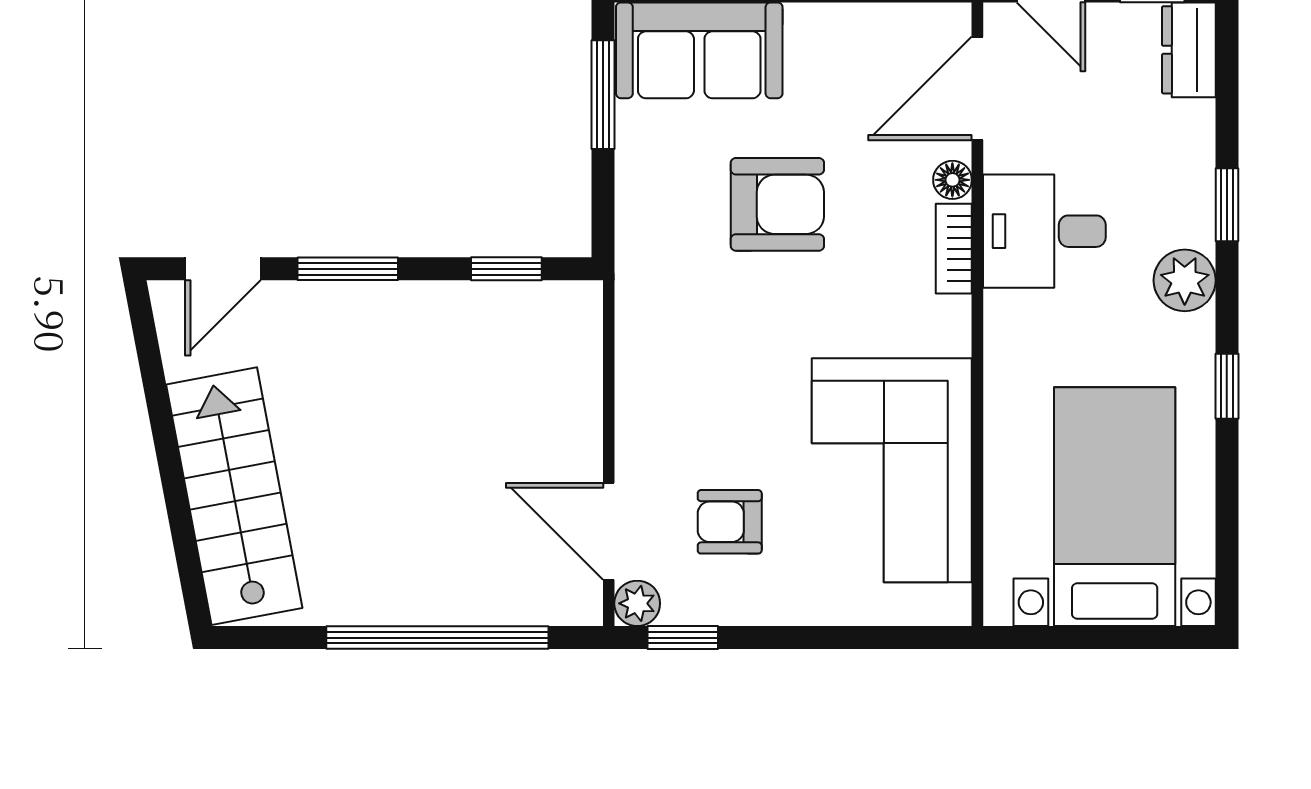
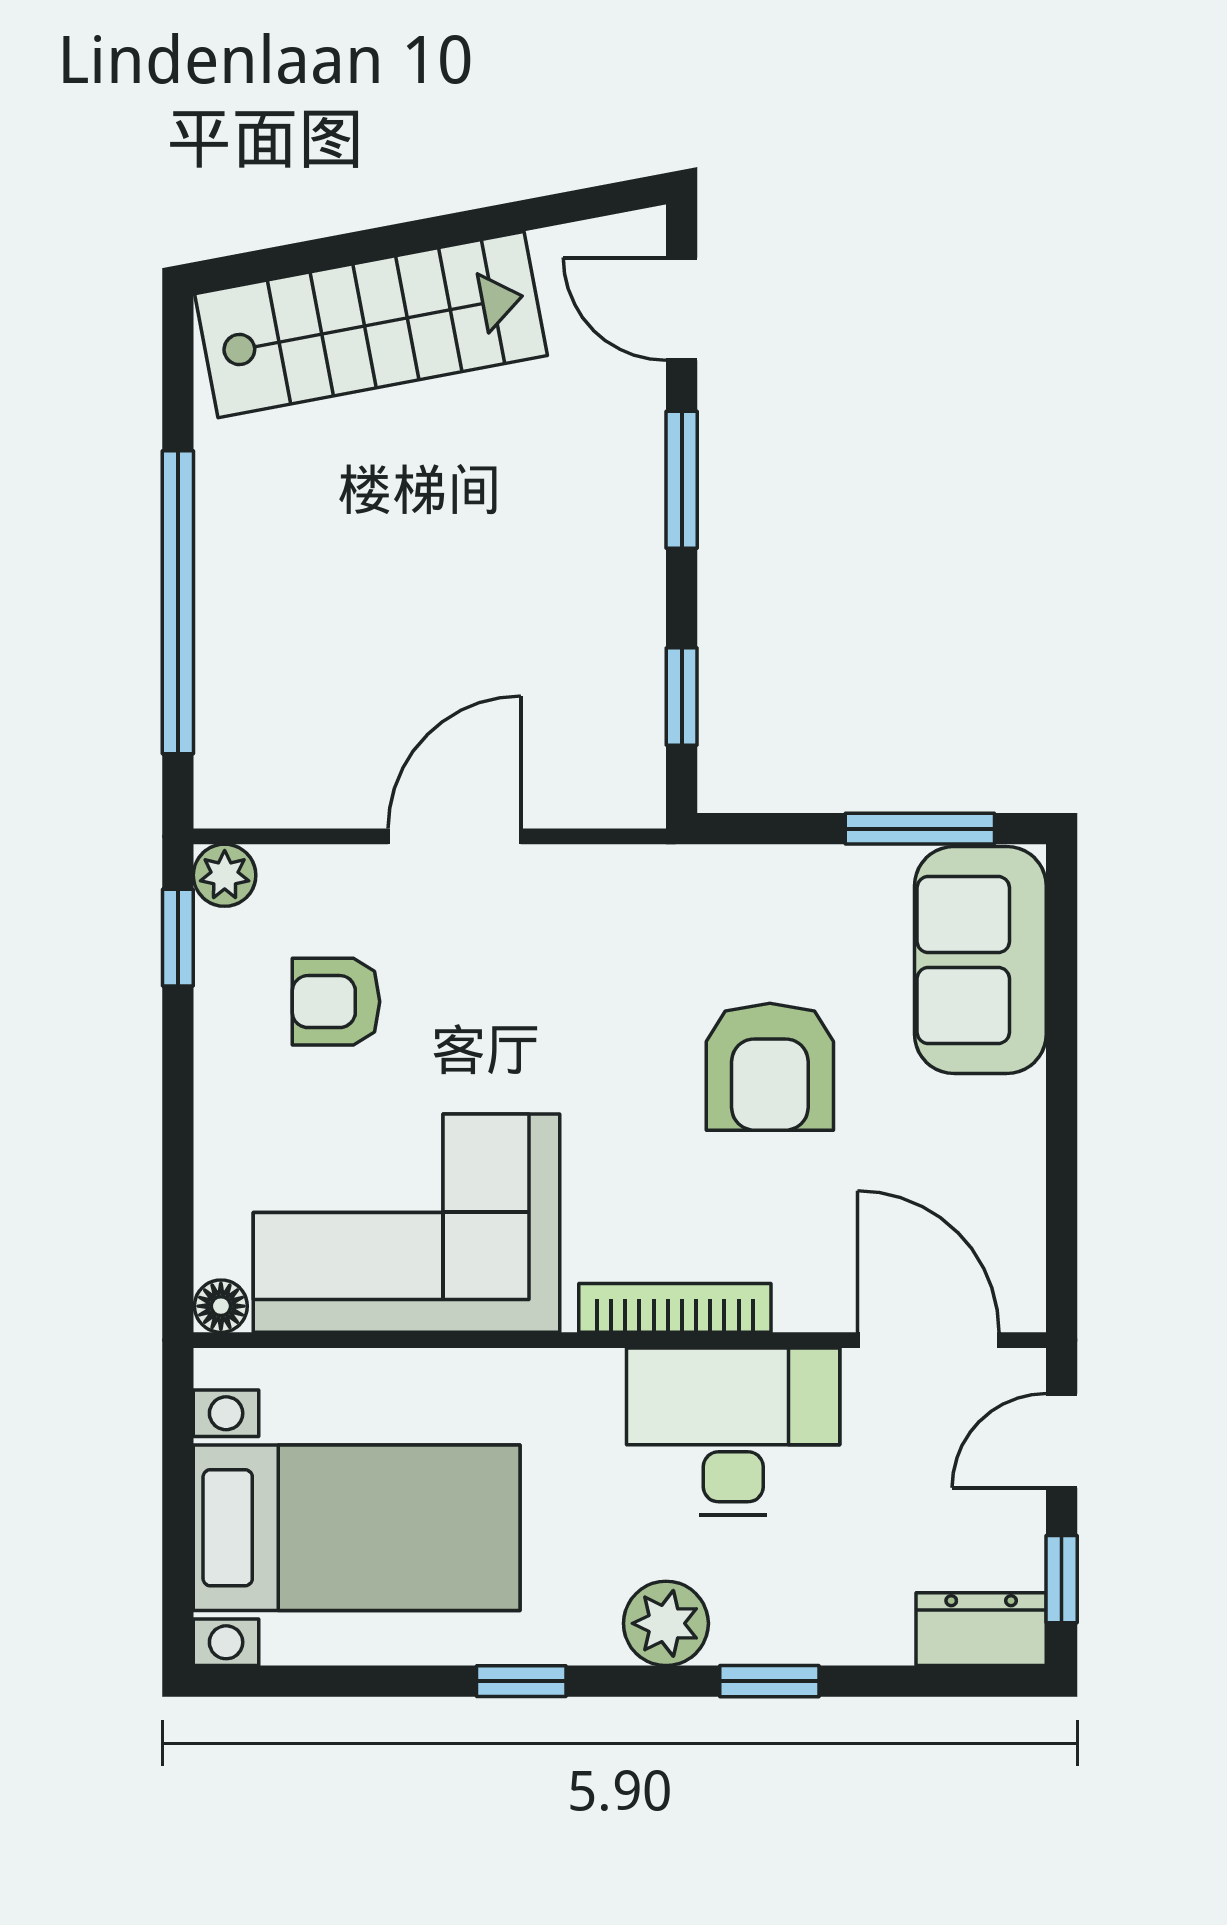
floor lamp: (952, 180) -> (221, 1306), moved
desk: (1044, 231) -> (733, 1432), width x1.37
bookcase: (954, 249) -> (675, 1308), width x1.56
armchair: (730, 522) -> (336, 1002), turned -90
door: (609, 531) -> (454, 836), moved

